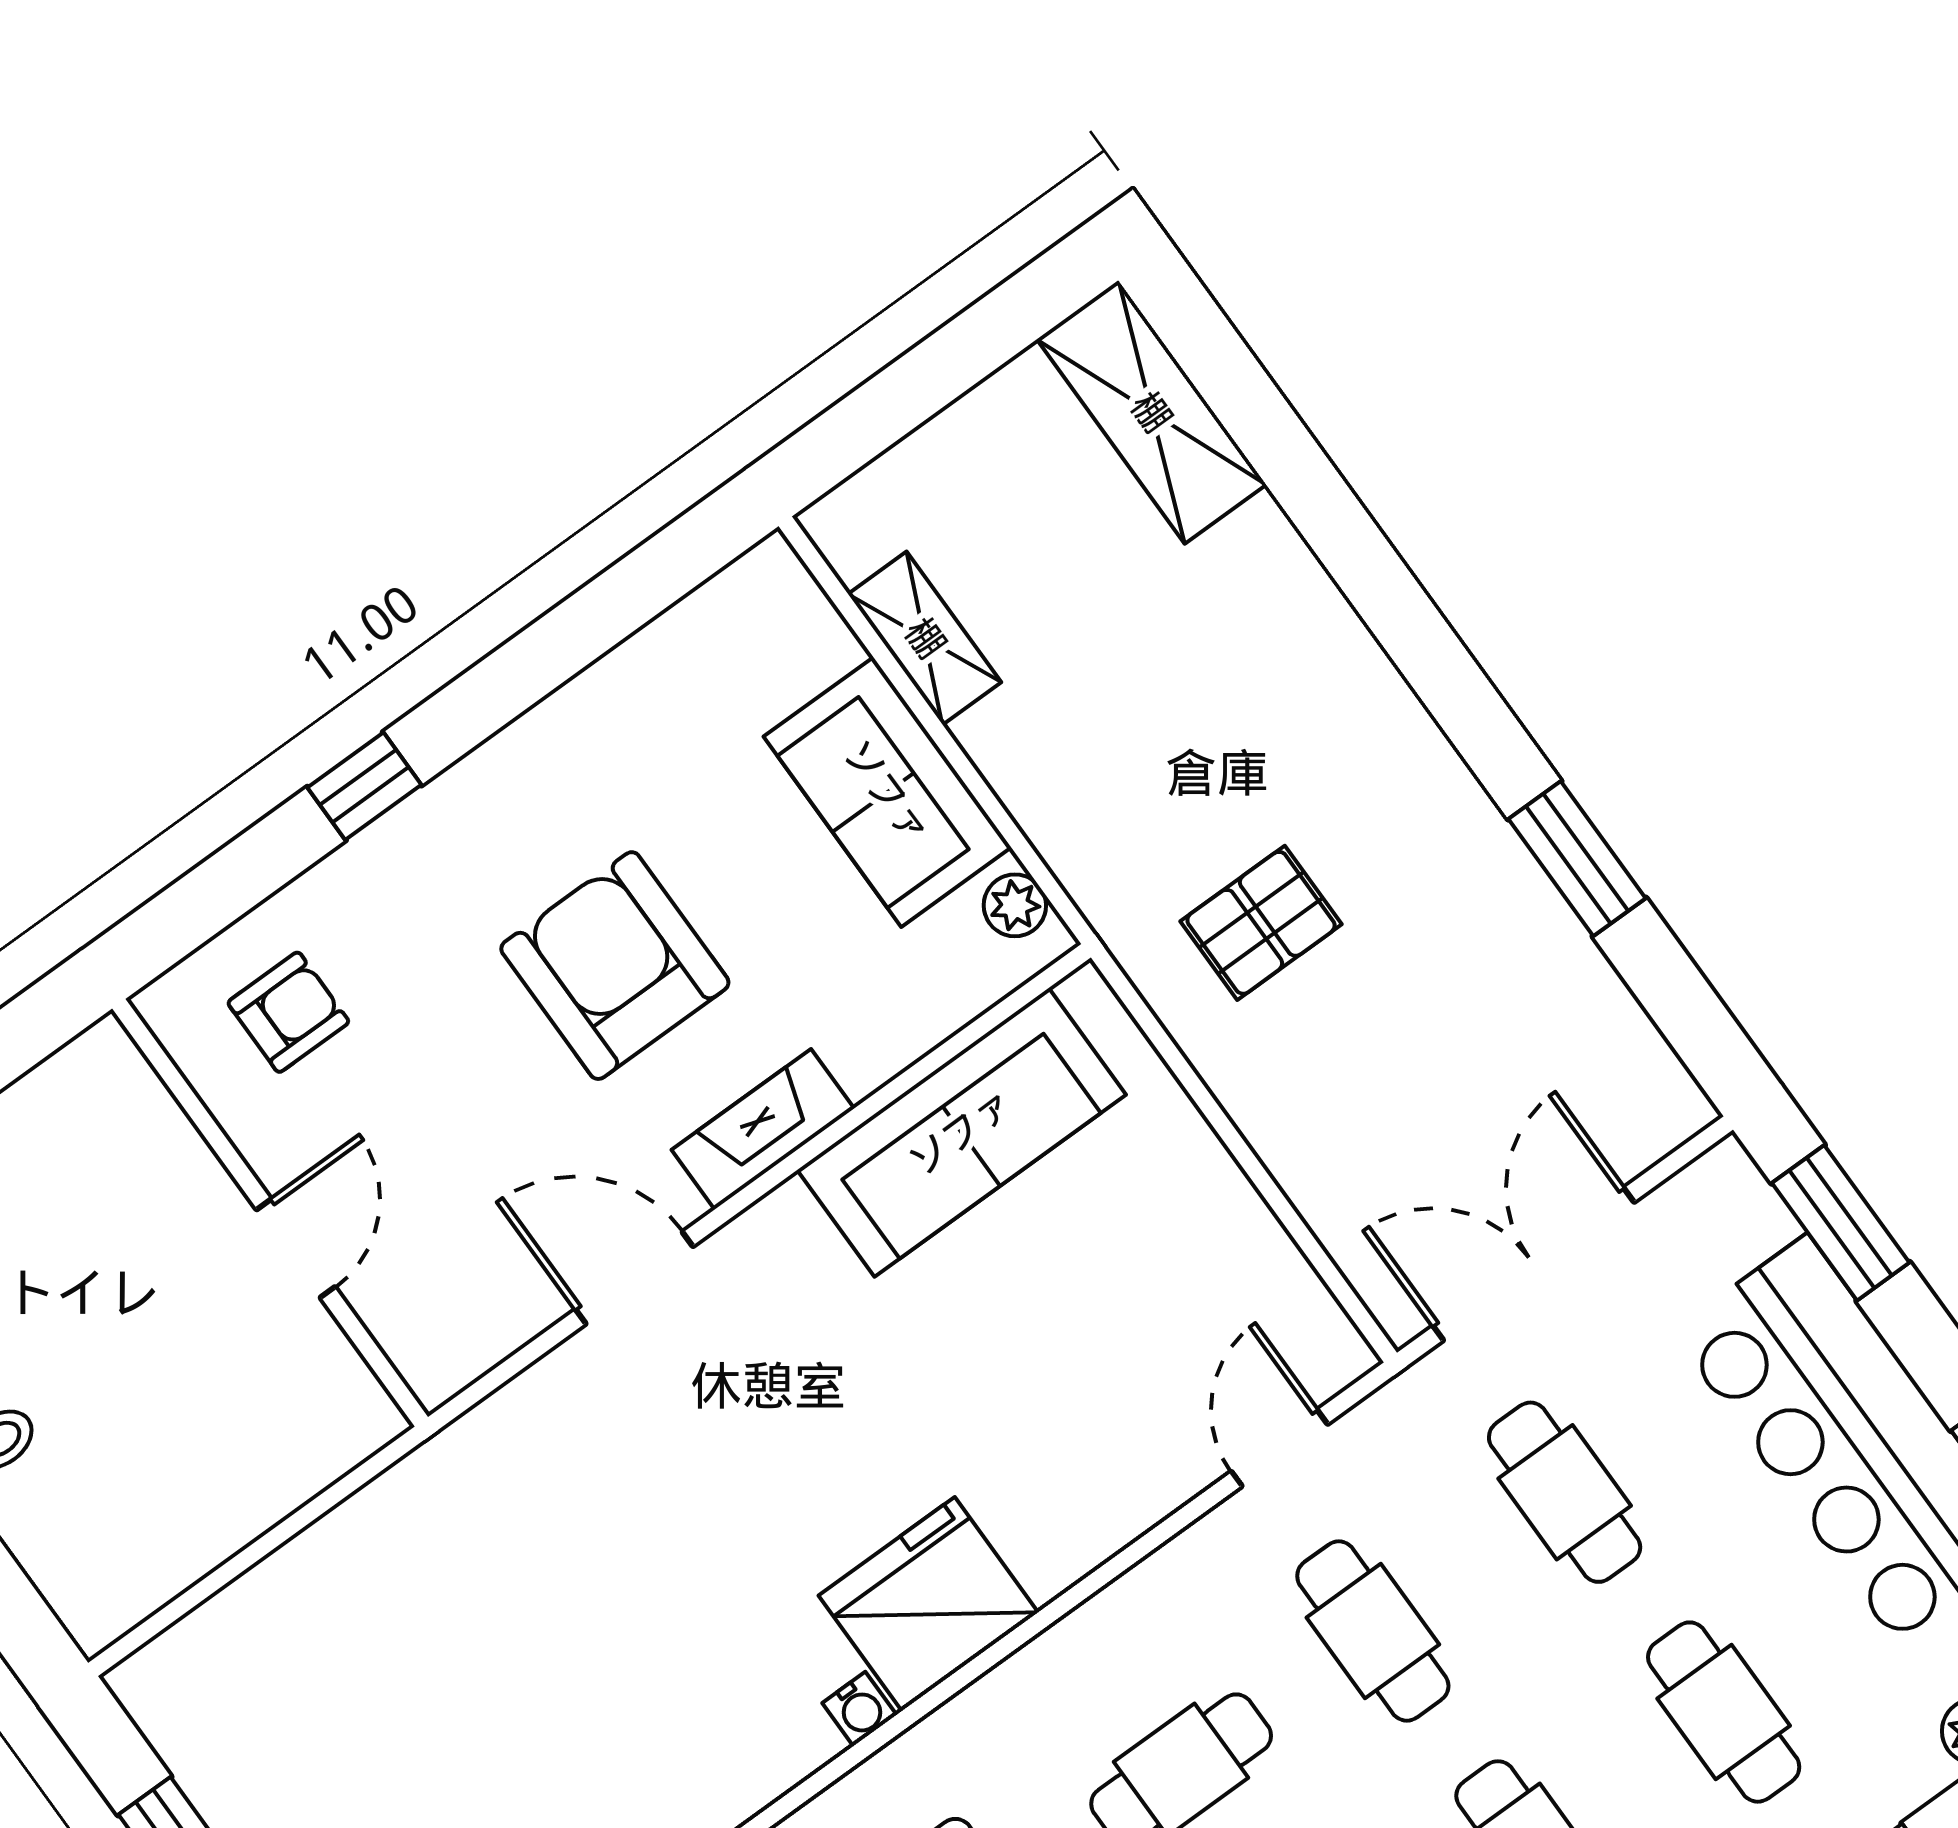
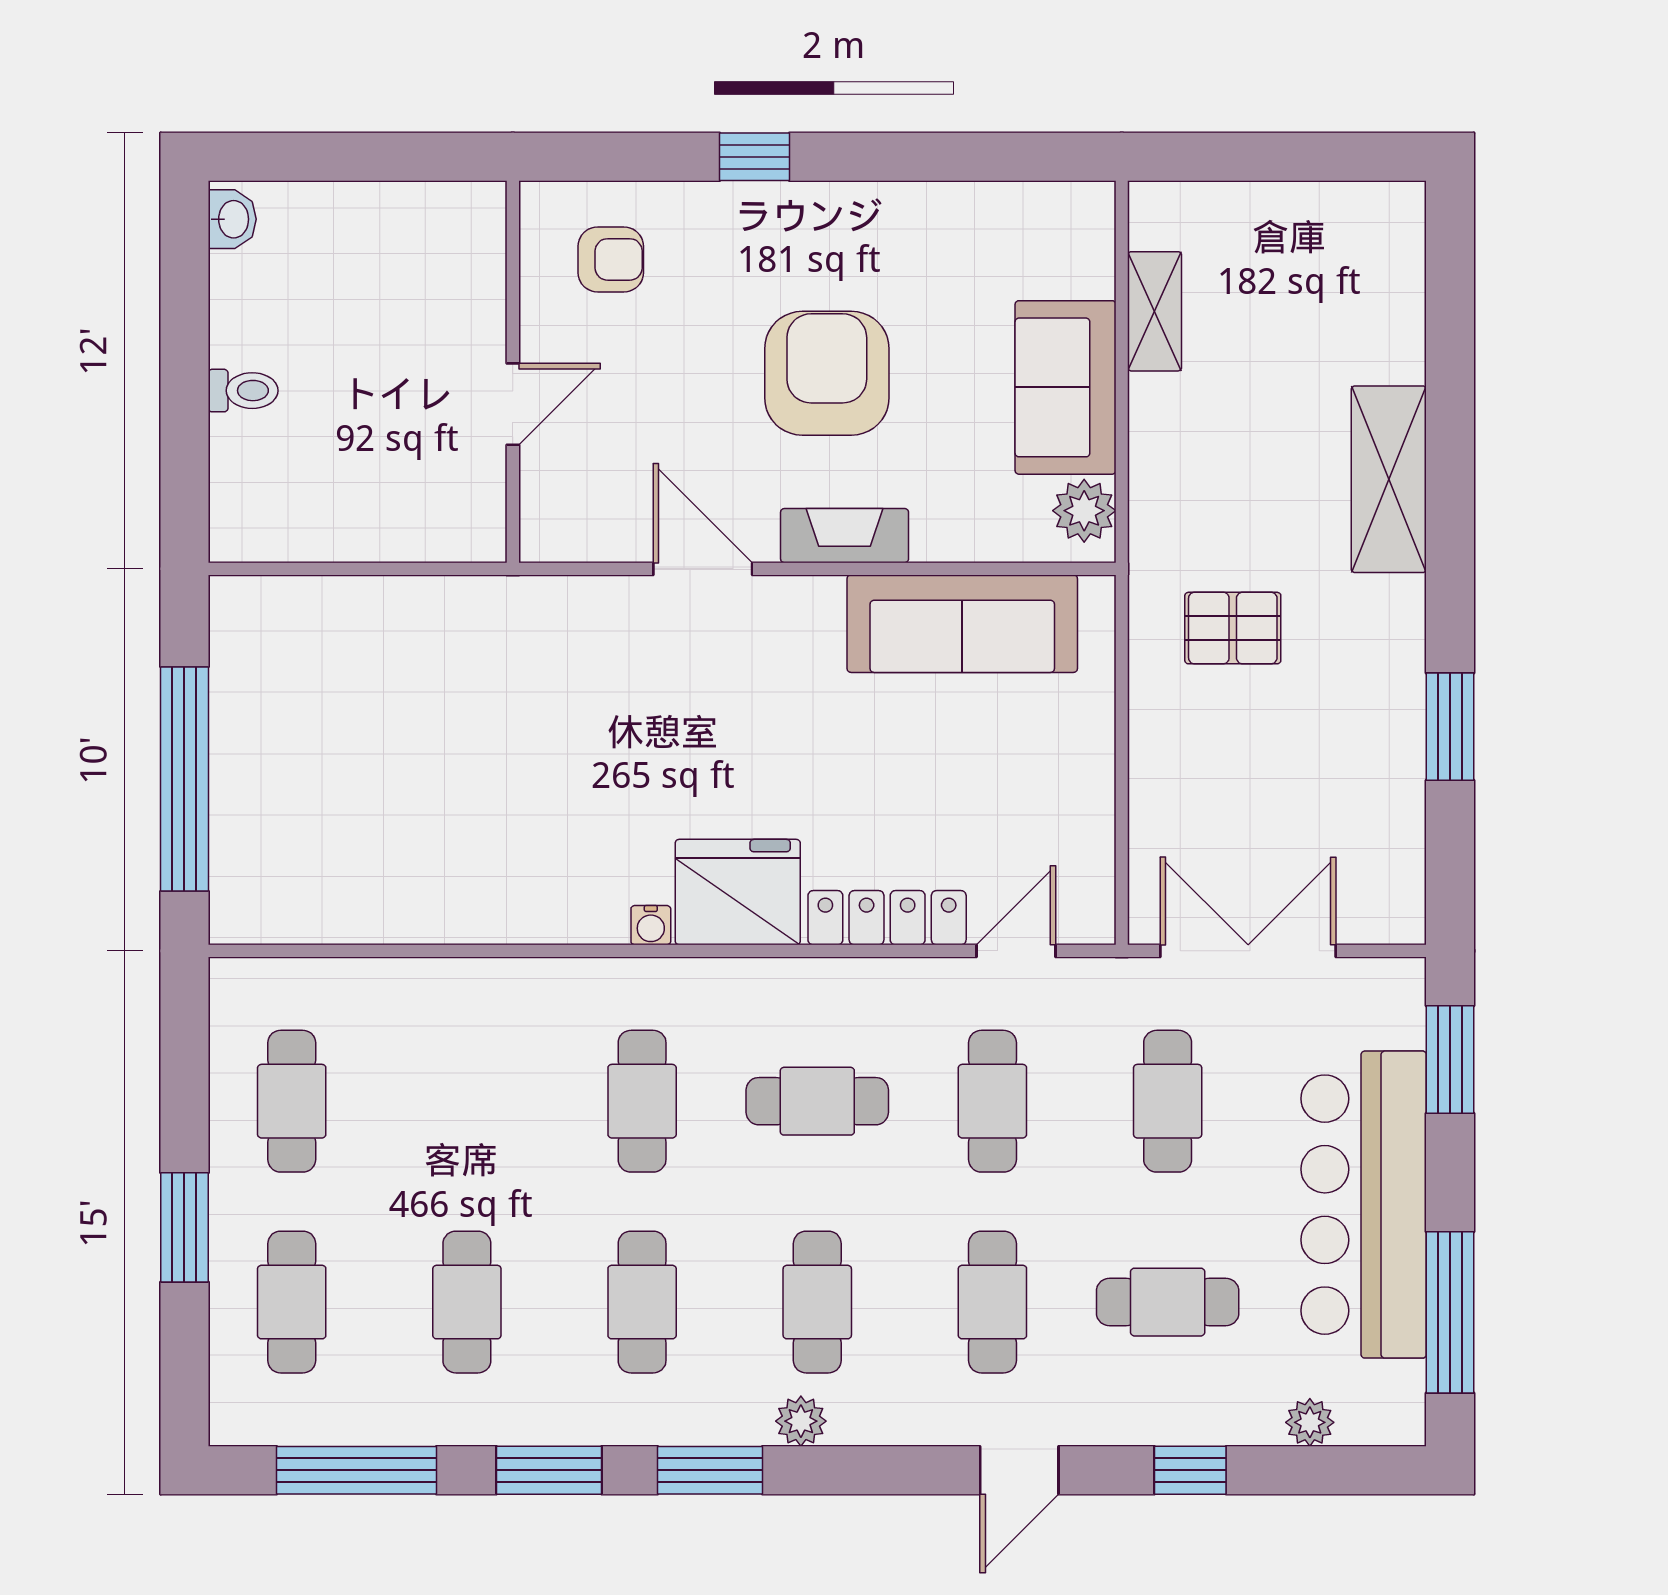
shelving: (1151, 412) -> (1389, 479), moved
plant: (1015, 905) -> (1084, 511), width x1.38, depth x1.38
locker: (1112, 1514) -> (887, 918), added
cafe table: (1724, 1712) -> (1168, 1302), turned 90

